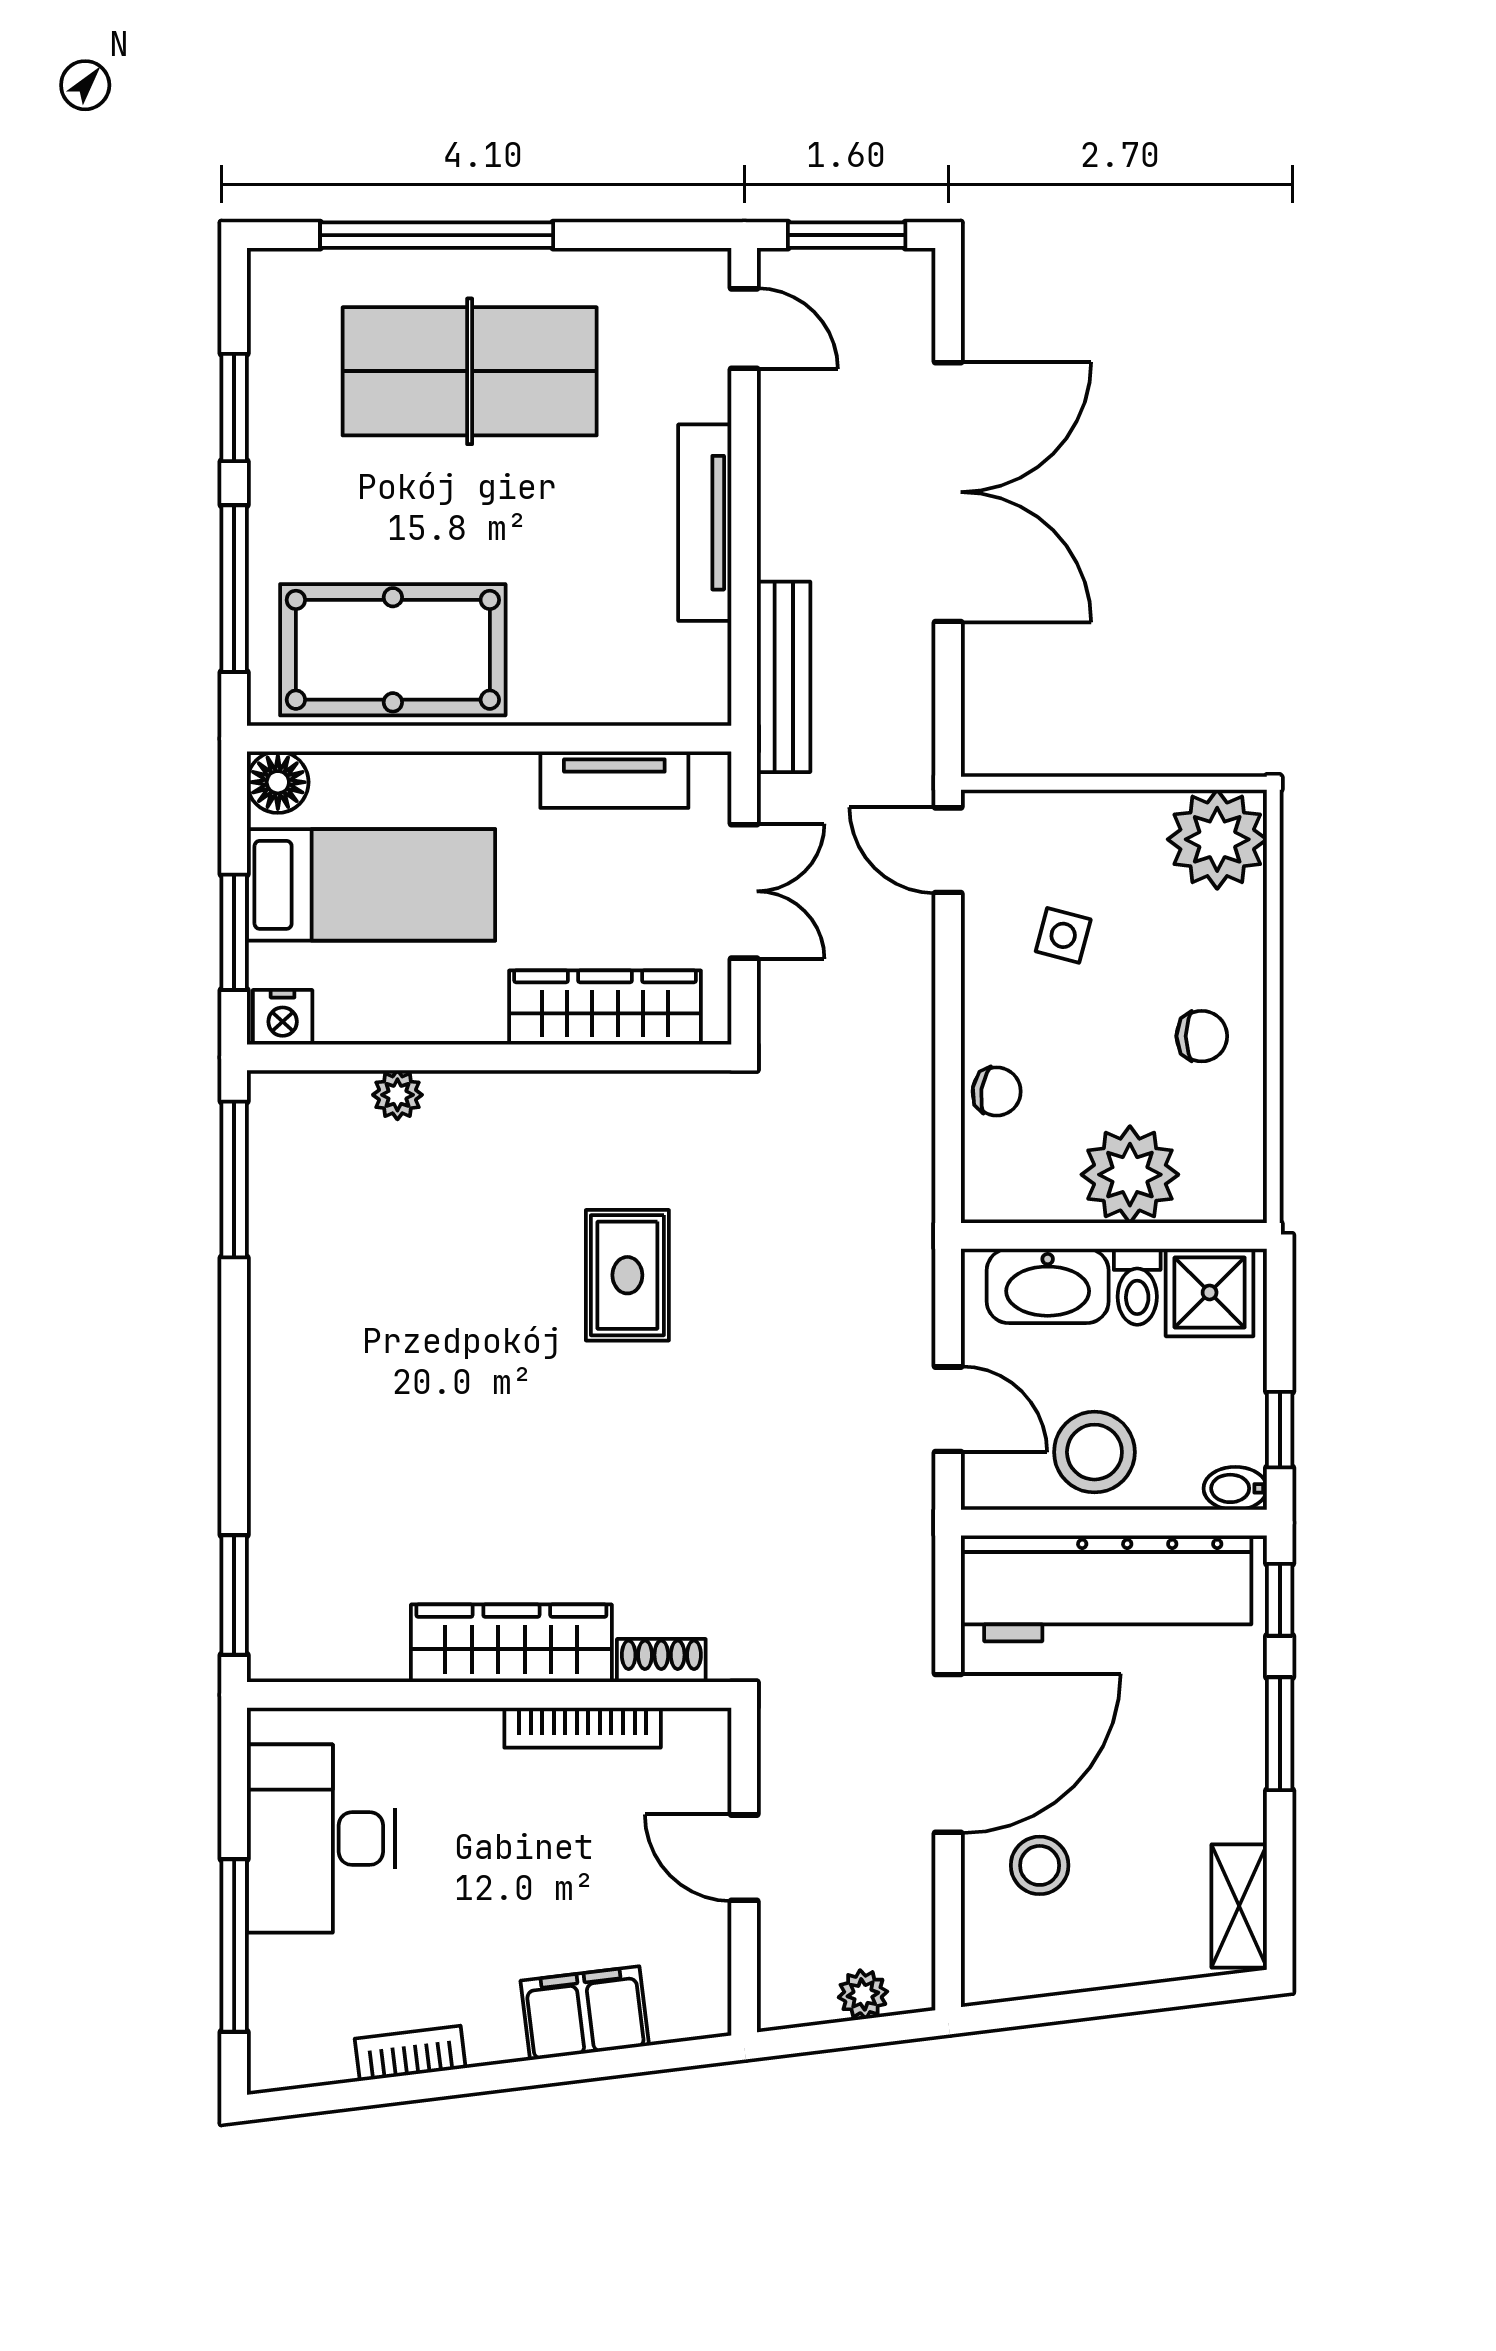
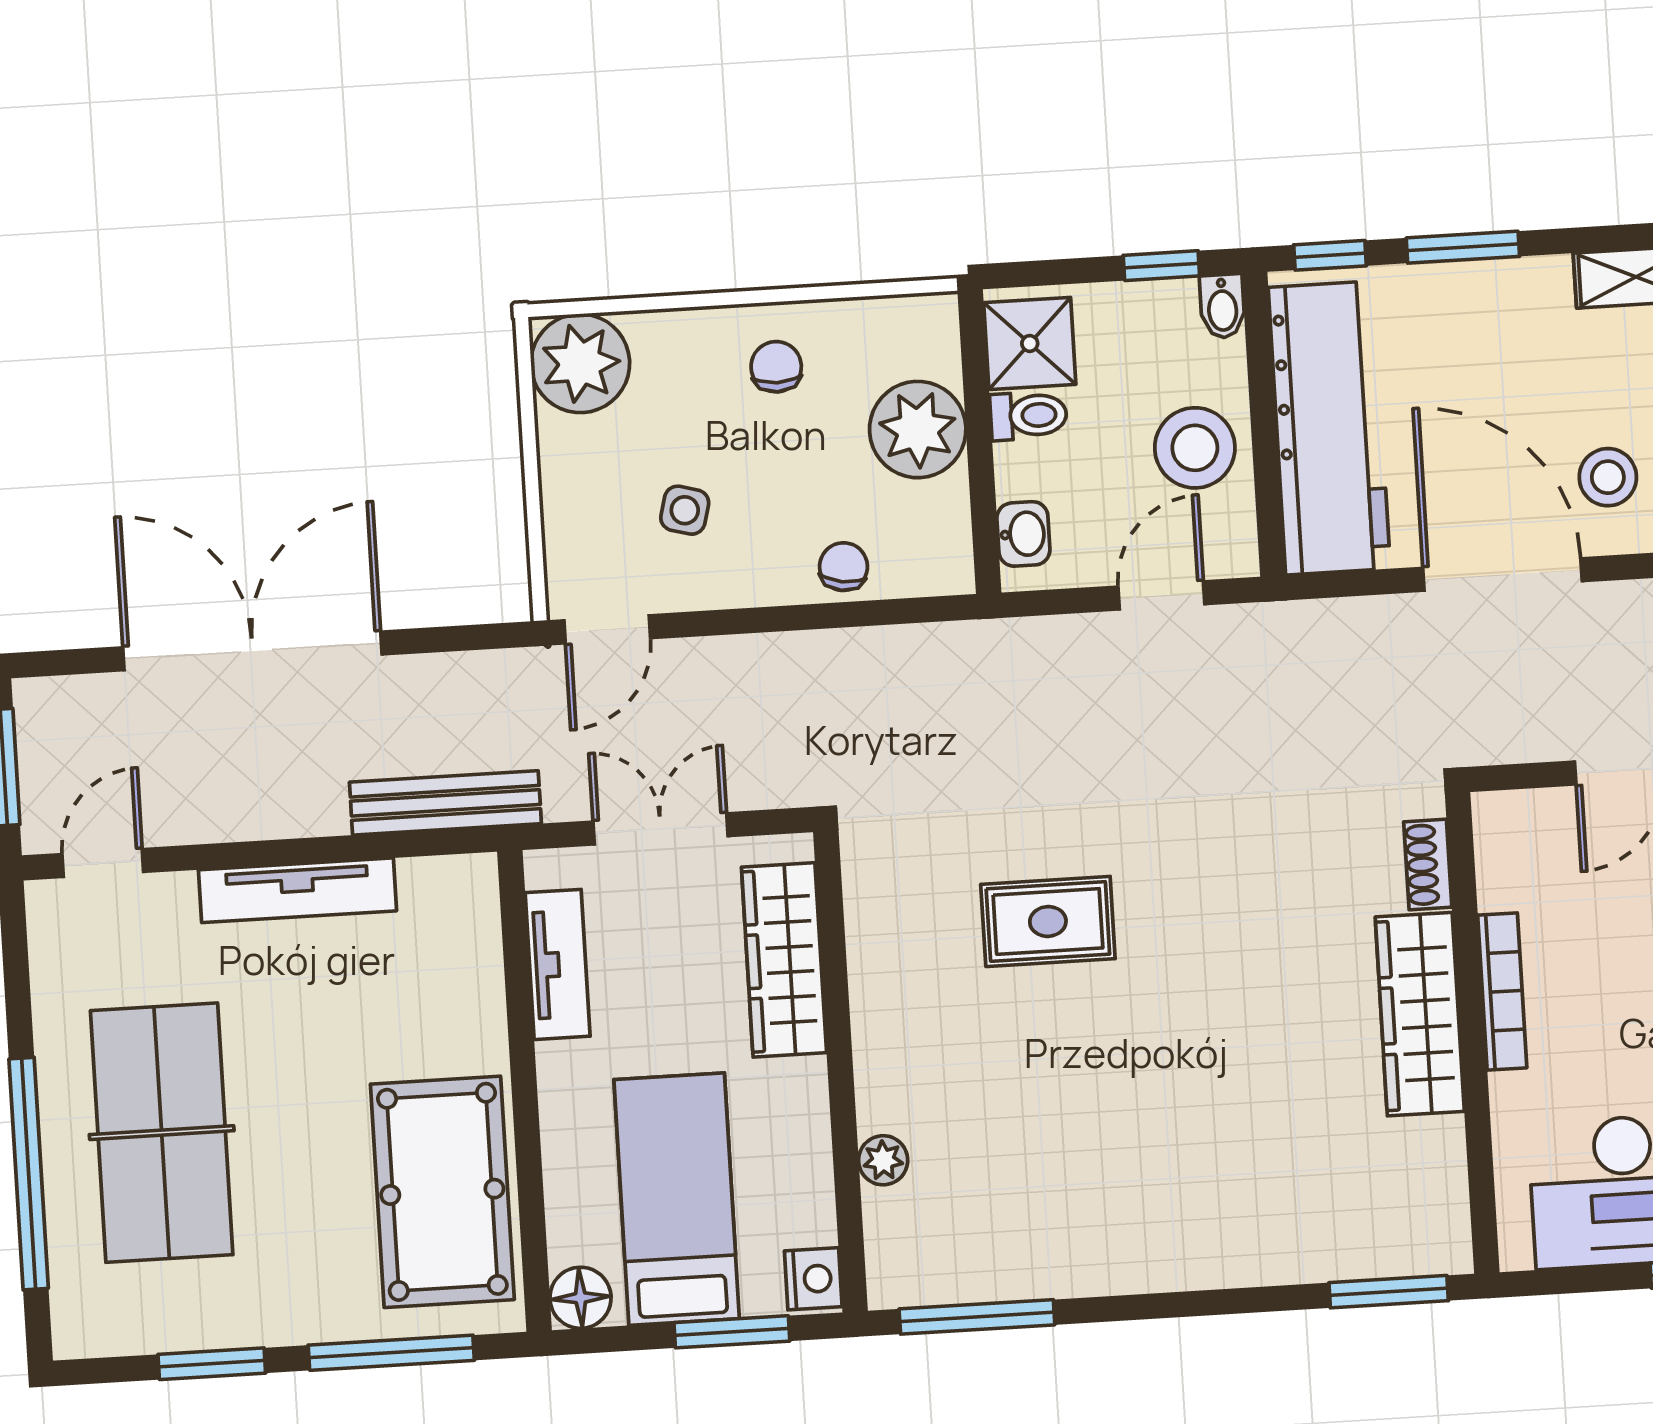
washbasin: (1048, 1286) -> (1023, 534), width x0.52, depth x0.69
bookcase: (583, 1728) -> (1502, 992), moved

